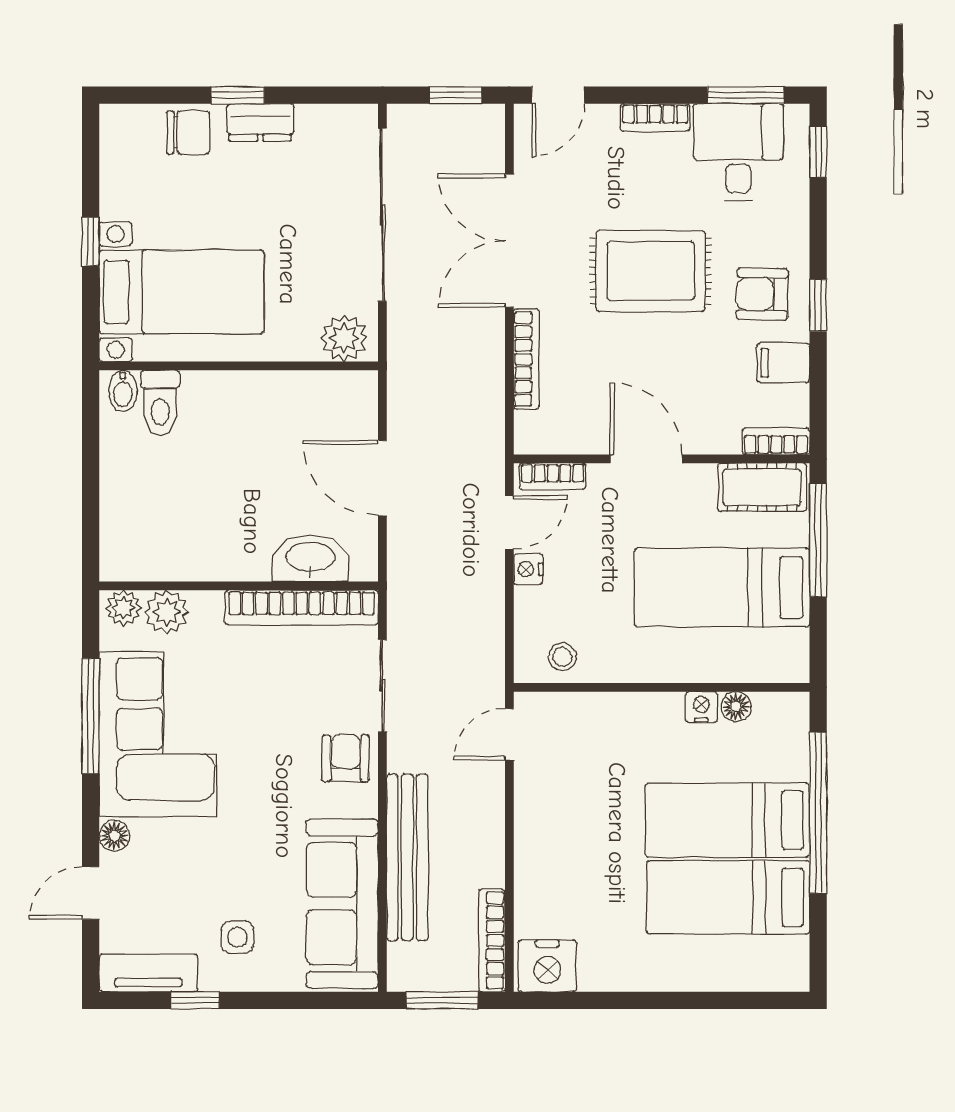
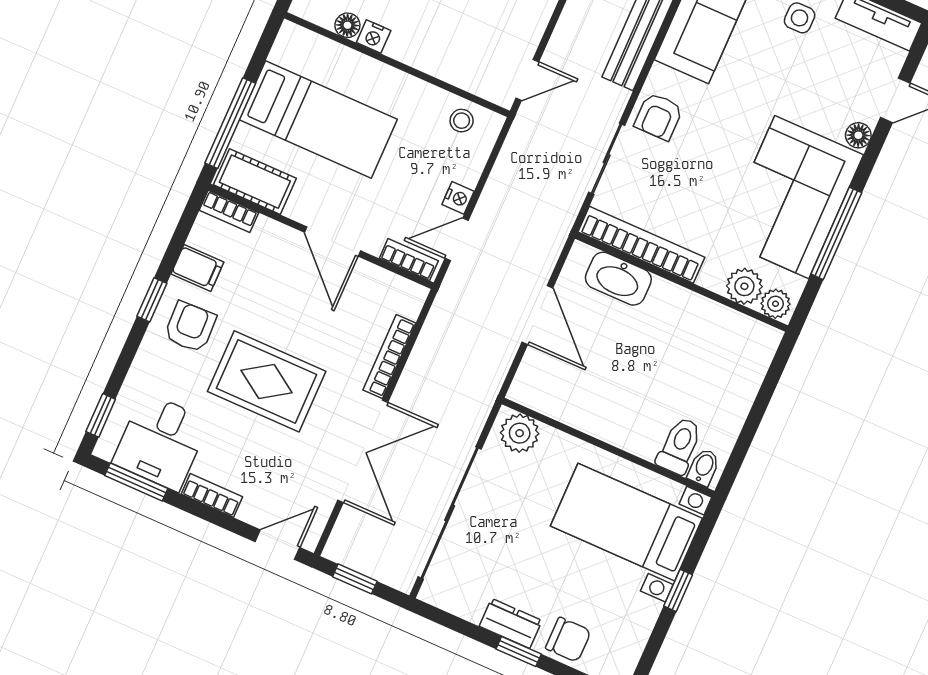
chair: (188, 133) -> (568, 640), turned 180
armchair: (762, 294) -> (190, 327), turned -93

